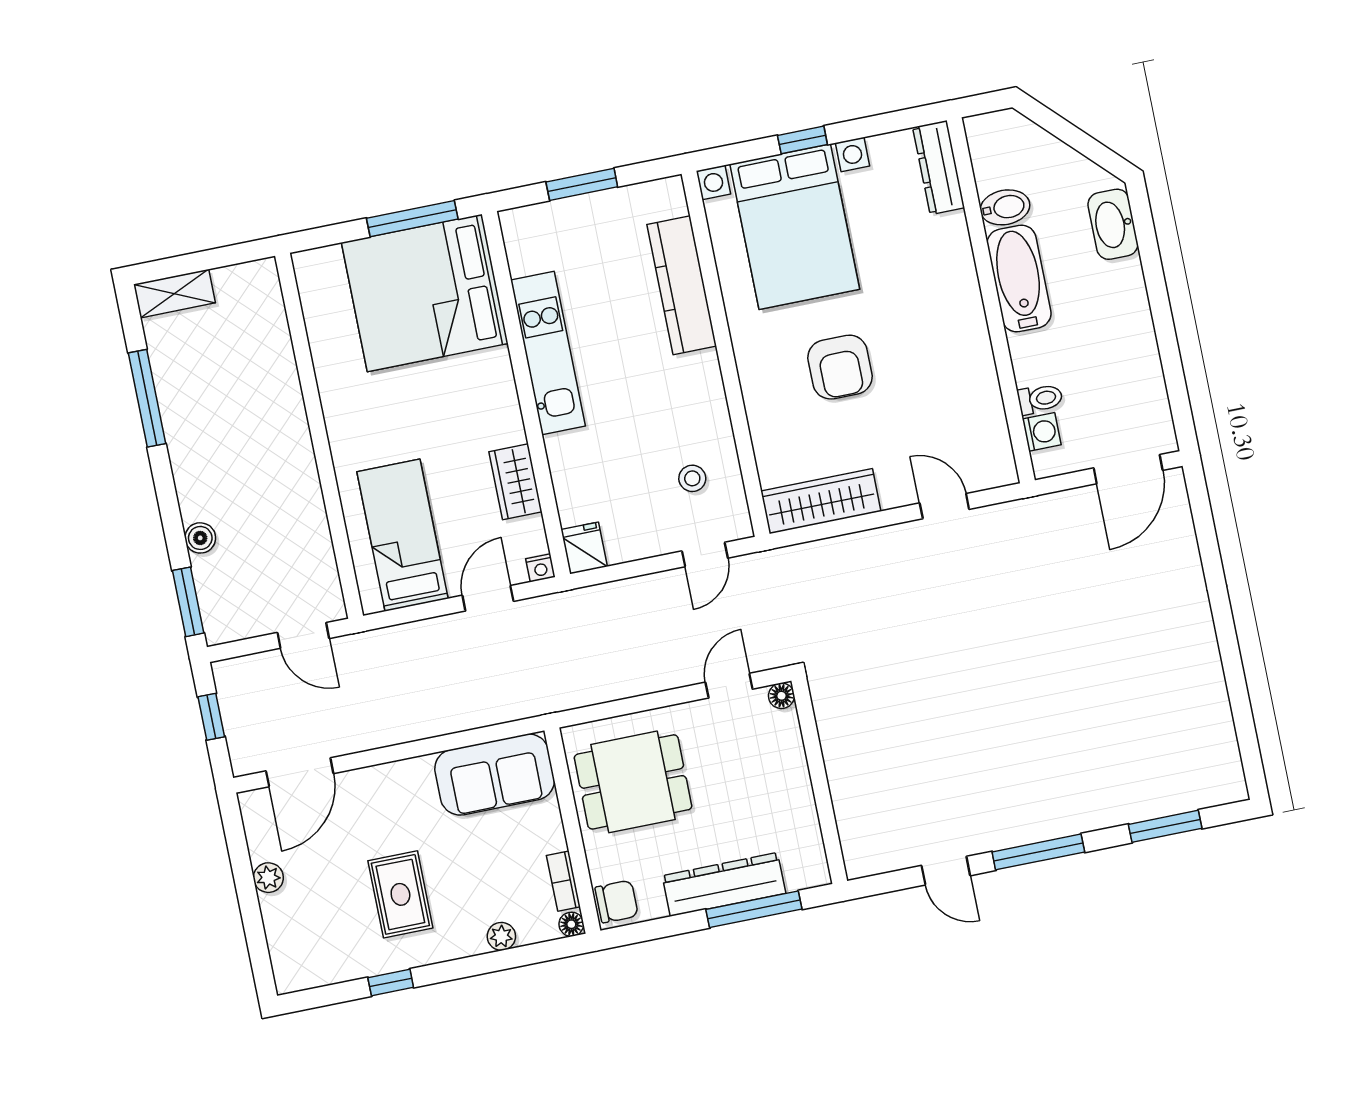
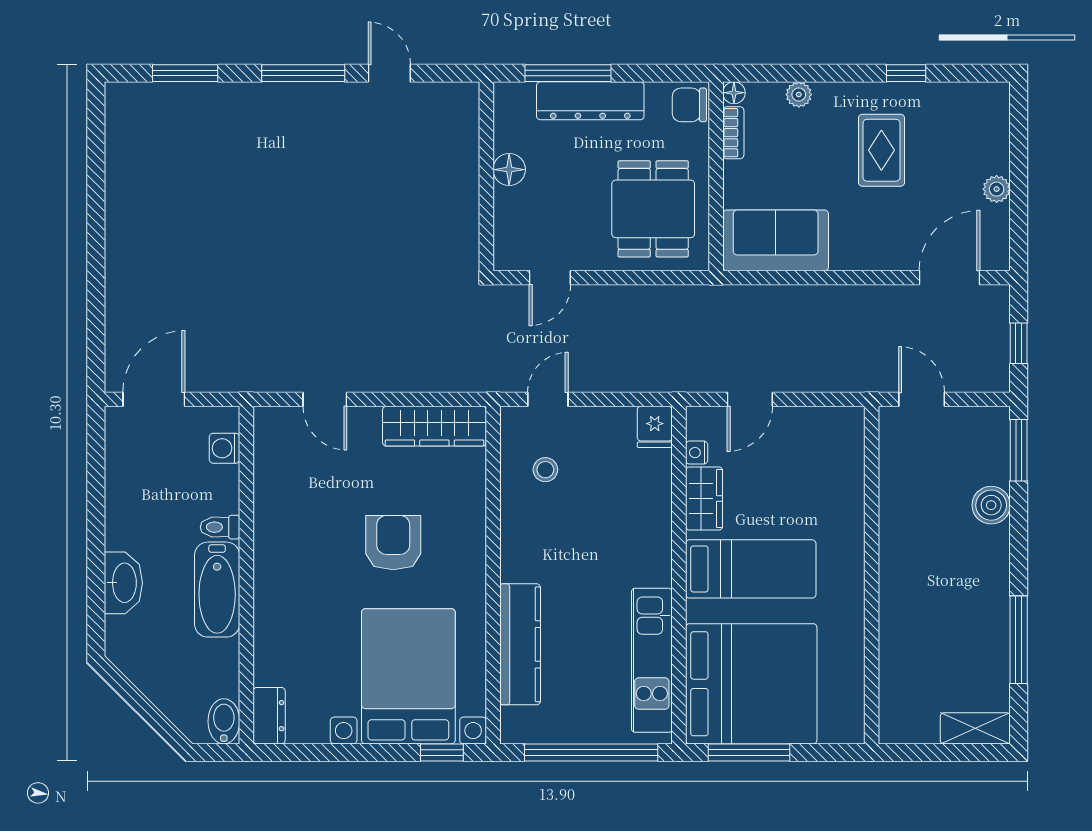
window: (802, 140) -> (442, 753), moved
dresser: (939, 168) -> (269, 716), width x0.70
window: (582, 184) -> (591, 753), width x2.11
bidet: (1005, 207) -> (224, 721), moved, turned 90
washbasin: (1113, 224) -> (123, 583), moved
kitchen unit: (548, 353) -> (652, 660), moved
toilet: (1040, 399) -> (220, 527), moved
bed: (403, 535) -> (751, 569), moved, turned -90
boiler: (200, 538) -> (991, 505), width x1.36, depth x1.36
nightstand: (540, 568) -> (697, 453), moved, turned -90
floor lamp: (781, 696) -> (509, 170), moved, width x1.37, depth x1.37
dining table: (633, 782) -> (653, 209), turned 90

